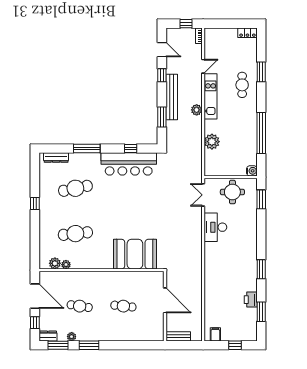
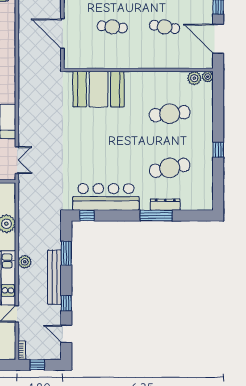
window: (131, 149) -> (87, 215), moved
dresser: (56, 158) -> (165, 205), moved
plant: (66, 265) -> (208, 77), moved

